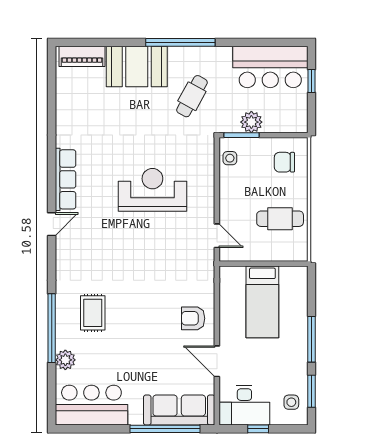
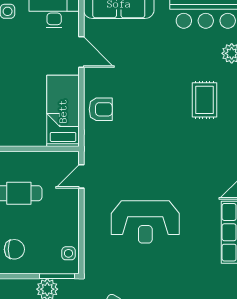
door: (217, 236) -> (81, 176), hinge flipped
bed: (262, 302) -> (63, 111), moved
armchair: (193, 318) -> (101, 109), moved

